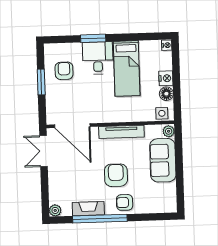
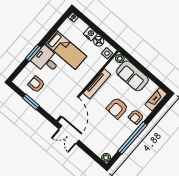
door: (72, 126) -> (69, 107), hinge flipped
armchair: (116, 175) -> (117, 108), turned -88
fireplace: (88, 209) -> (156, 99), moved

